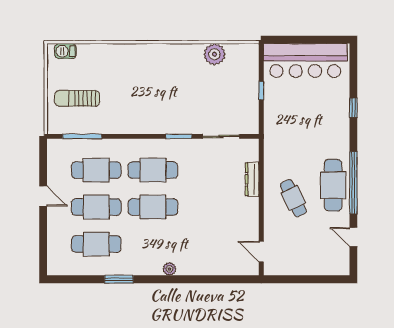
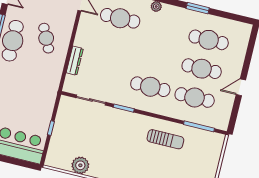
sun lounger: (77, 98) -> (165, 139), moved
door: (43, 196) -> (241, 87), hinge flipped
cafe table: (153, 207) -> (120, 18), moved

